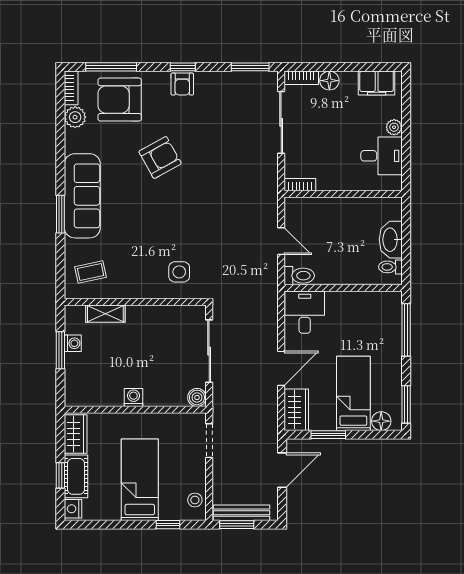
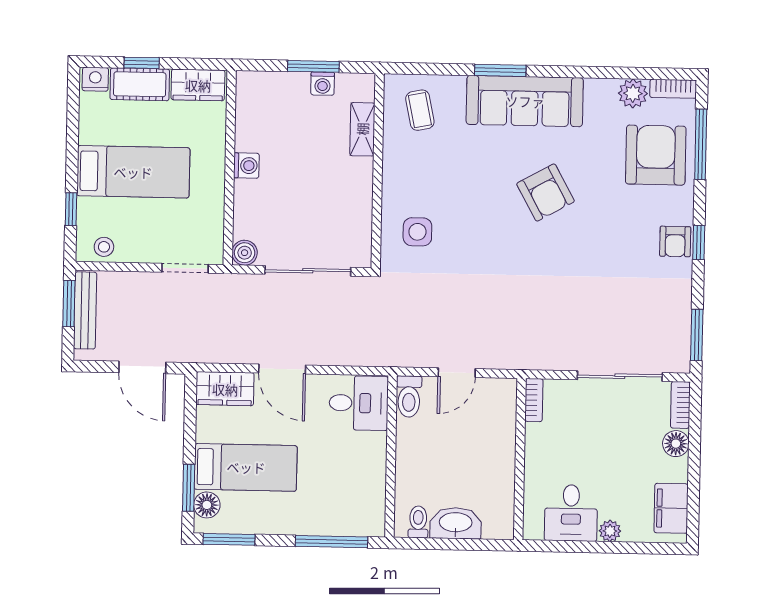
armchair: (182, 84) -> (675, 241), turned -90
armchair: (160, 158) -> (546, 193), moved
window: (328, 435) -> (189, 488), moved

